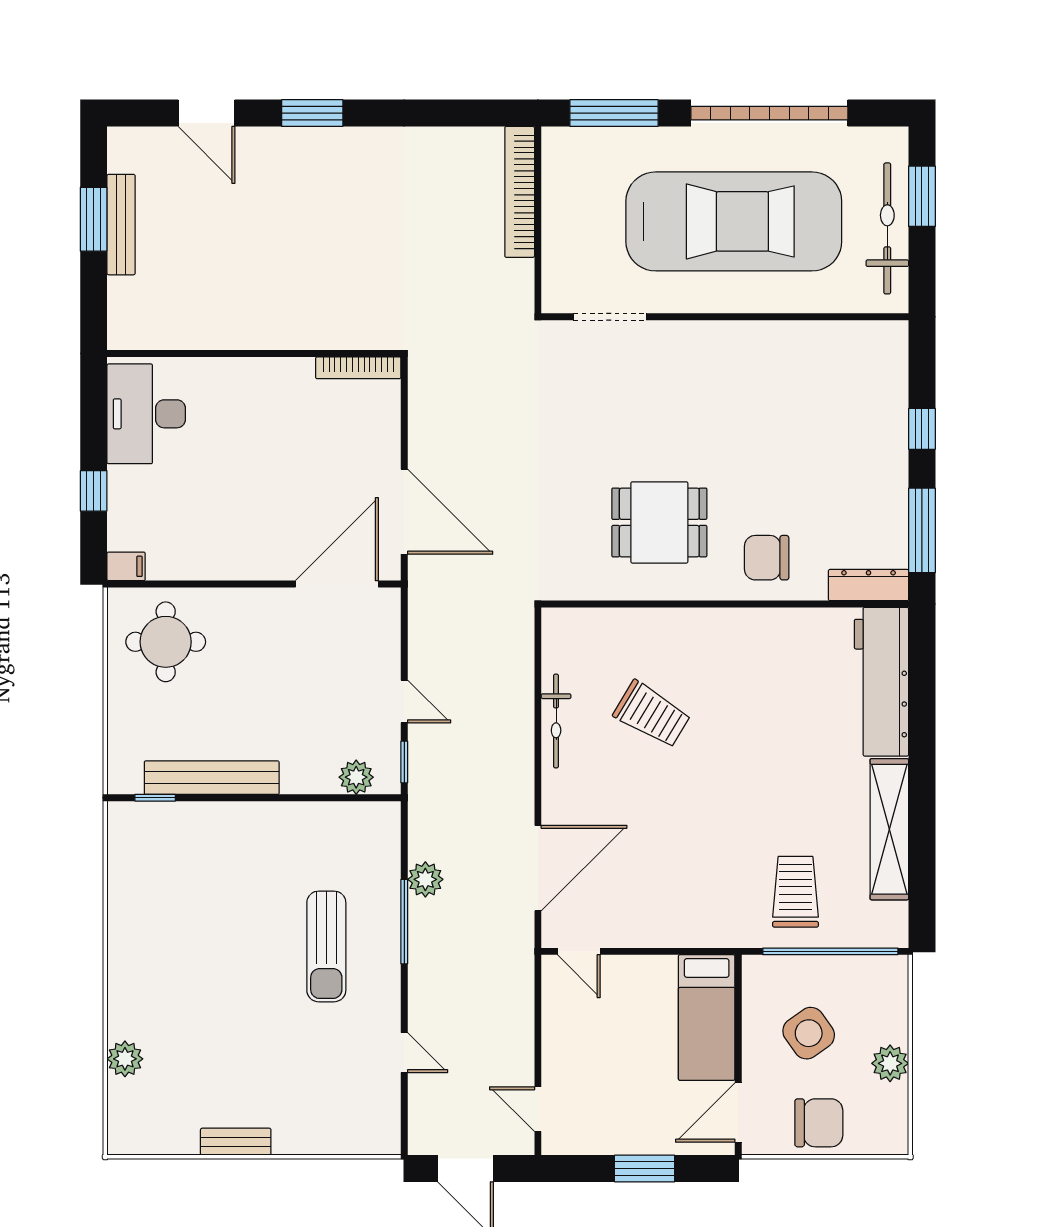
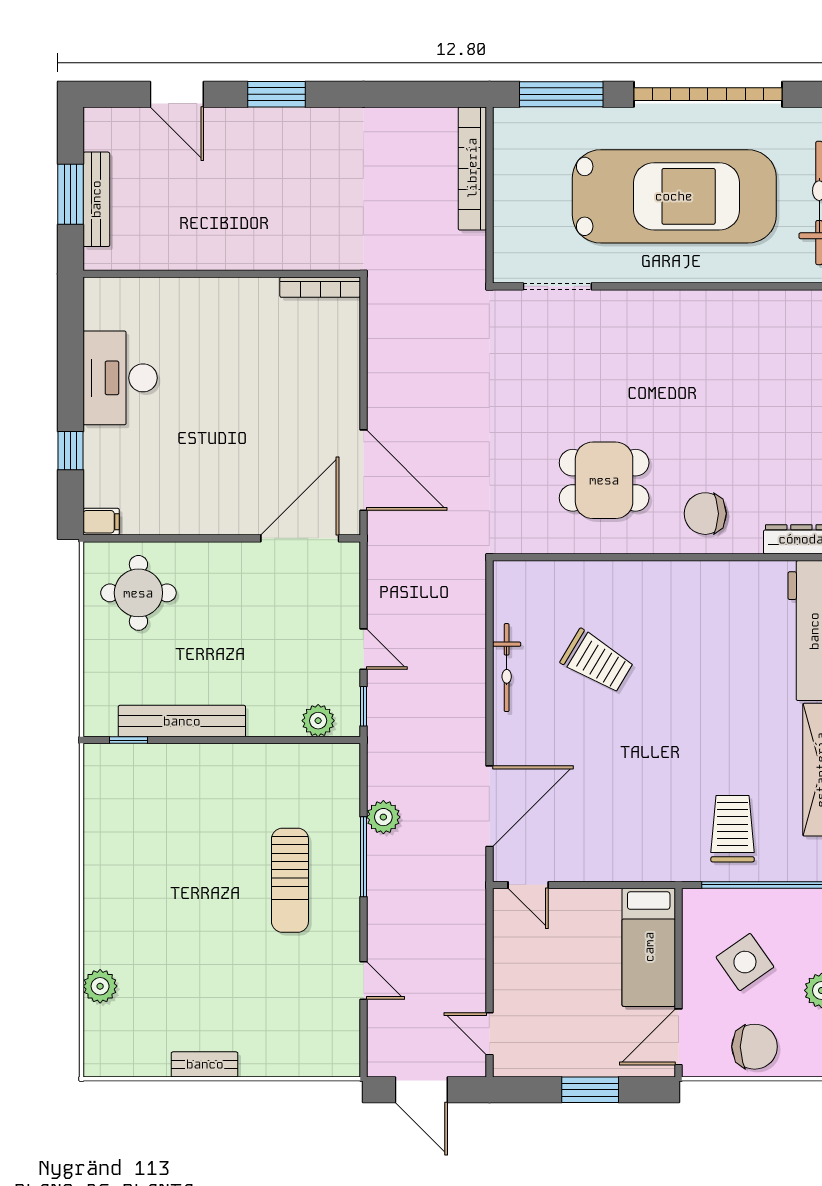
wall: (254, 354) -> (222, 274), moved
bookcase: (358, 368) -> (320, 287), moved

